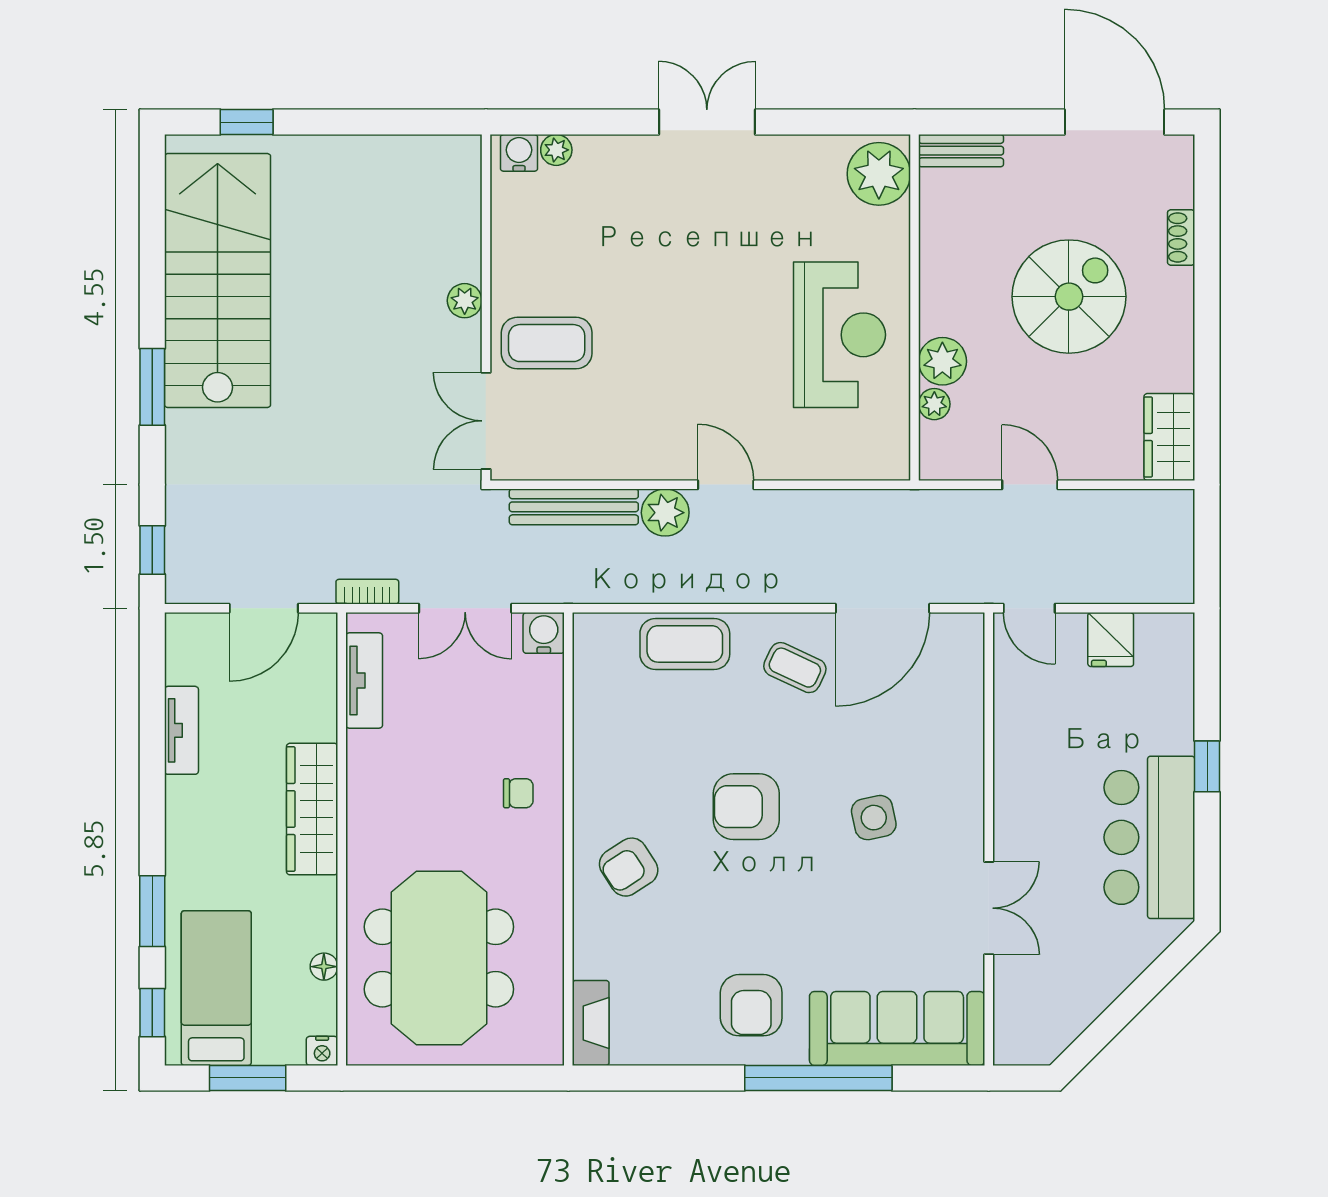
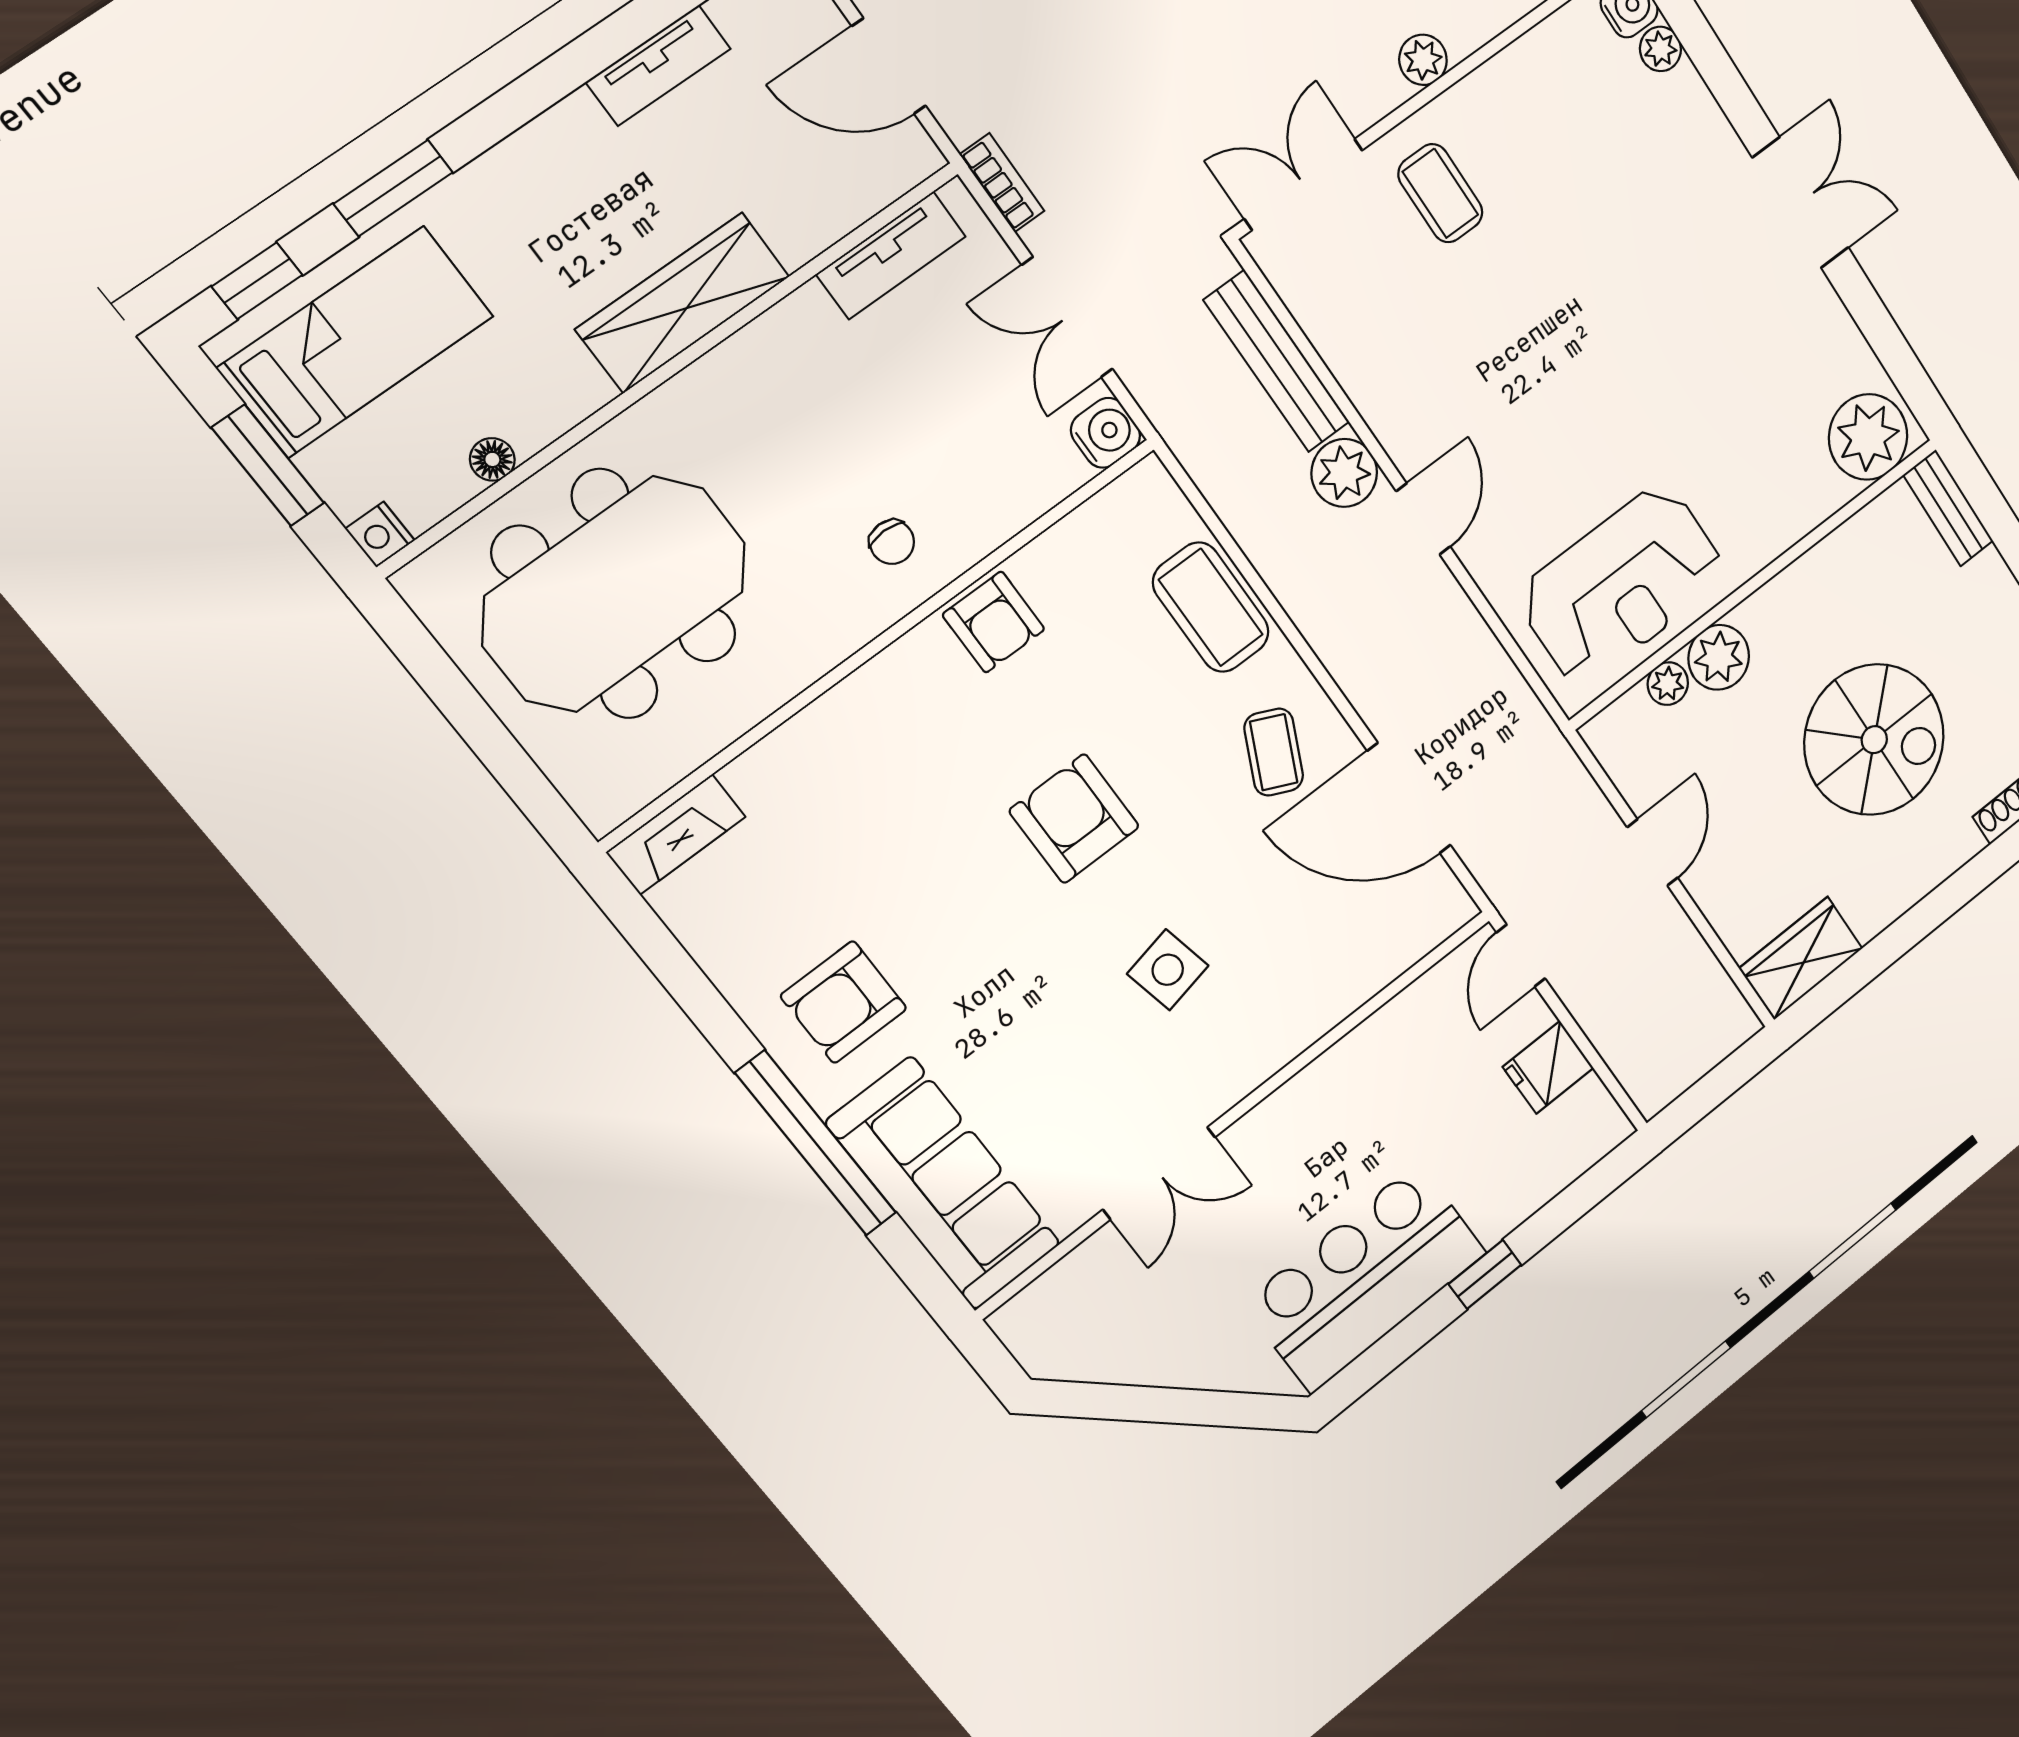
reception desk: (839, 335) -> (1622, 585), moved
coffee table: (547, 343) -> (1440, 193), width x0.73, depth x0.77
armchair: (629, 867) -> (994, 622), moved, turned -147

